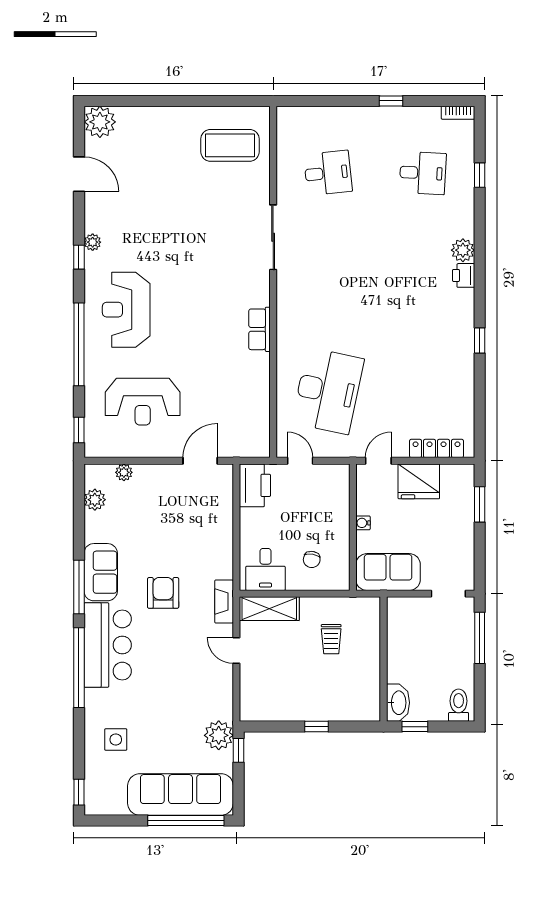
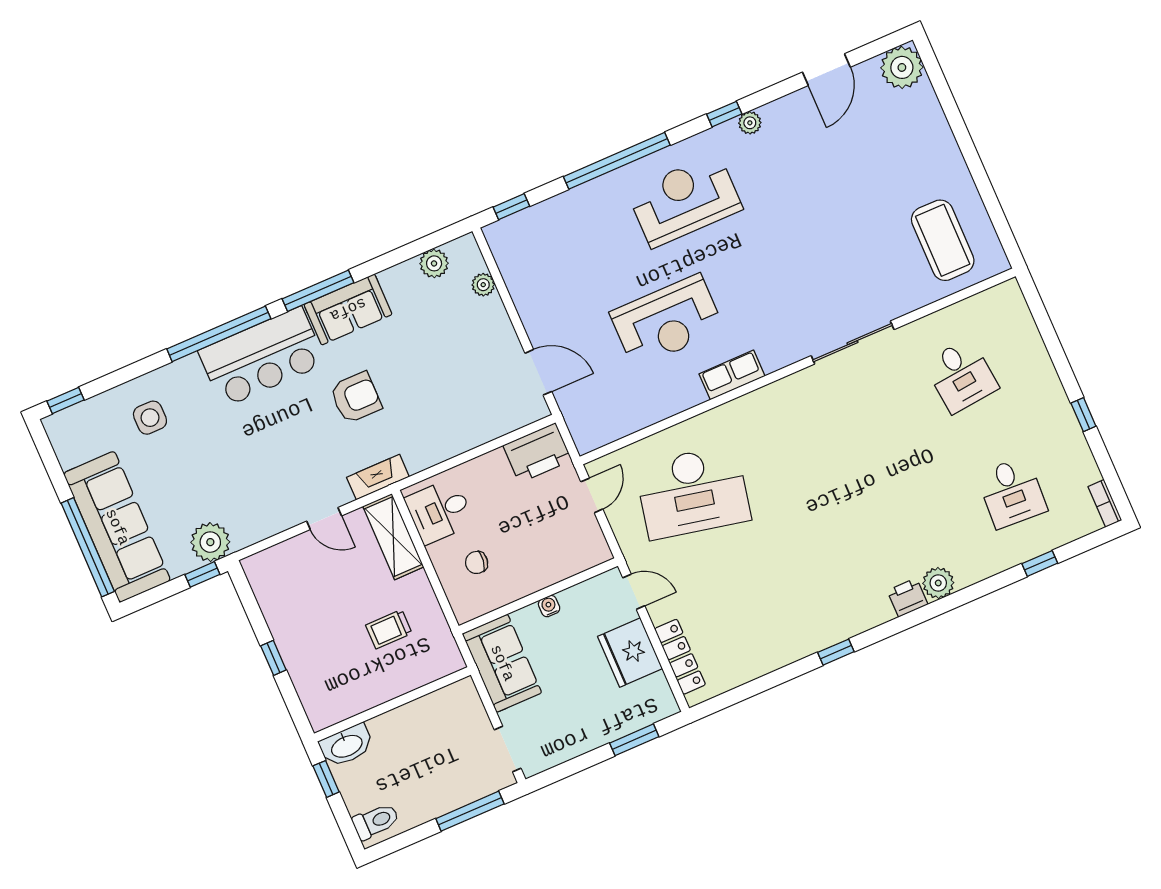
reception desk: (143, 402) -> (667, 321), moved, turned -90
door: (236, 651) -> (324, 518), swing flipped

